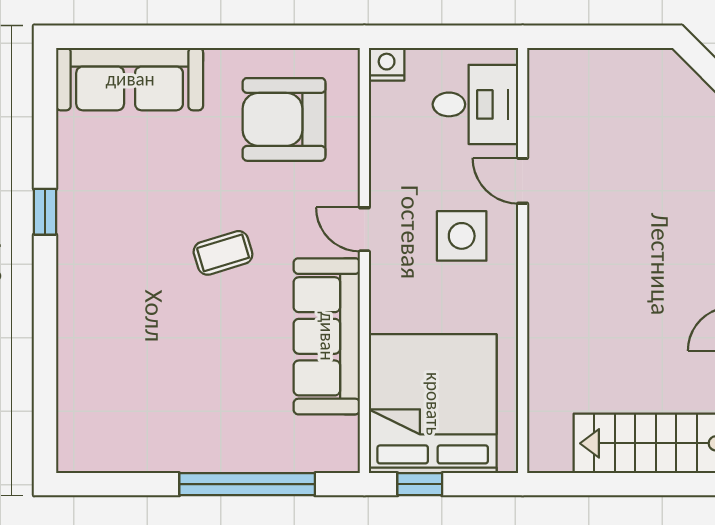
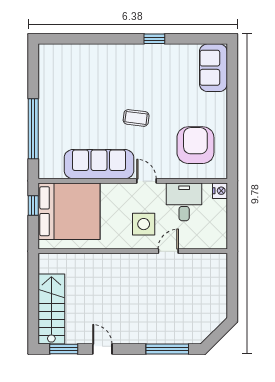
sofa: (130, 79) -> (213, 68), width x0.73
desk: (475, 104) -> (184, 202), moved, turned 180
door: (364, 229) -> (147, 181), hinge flipped
coffee table: (223, 253) -> (136, 118), turned -66

